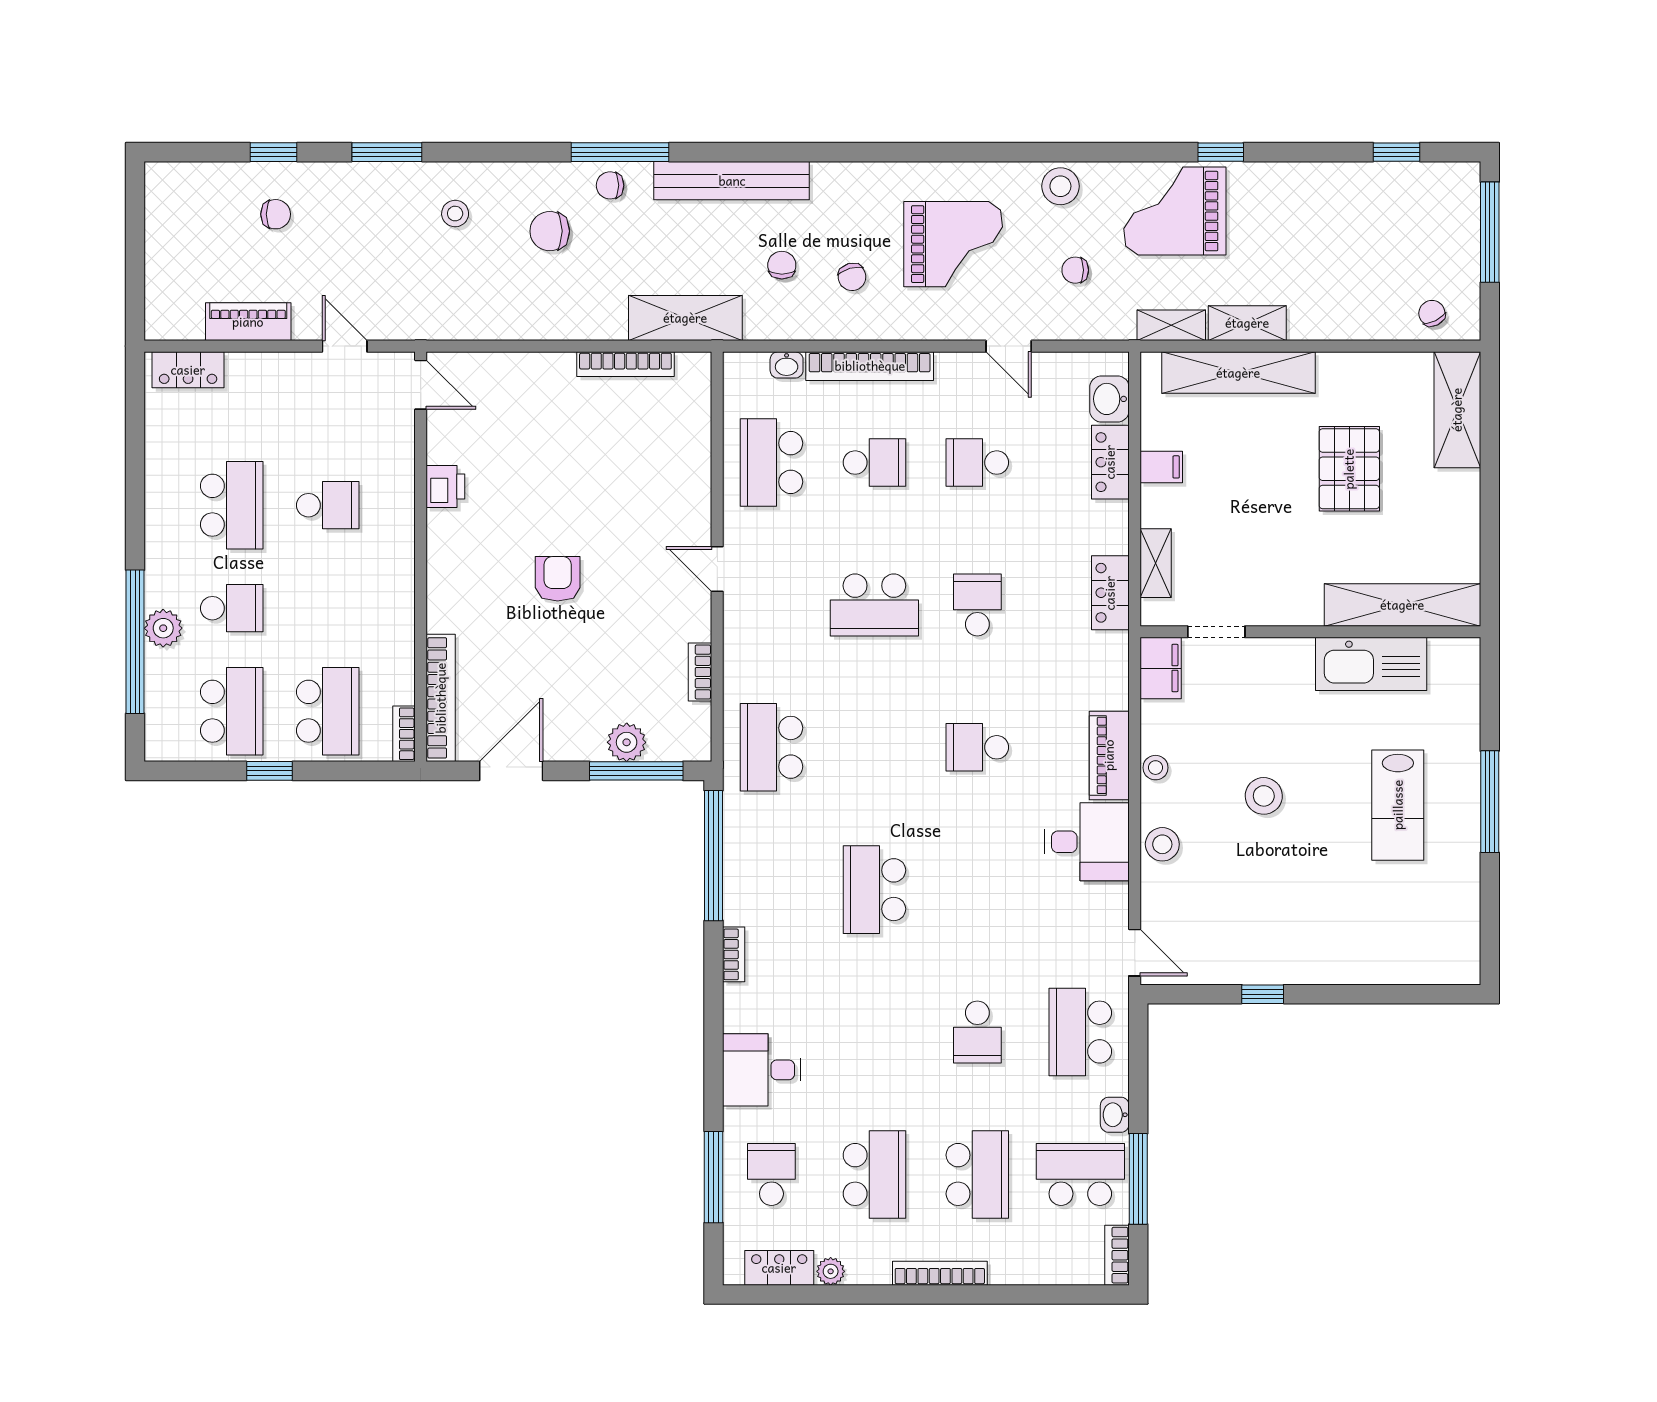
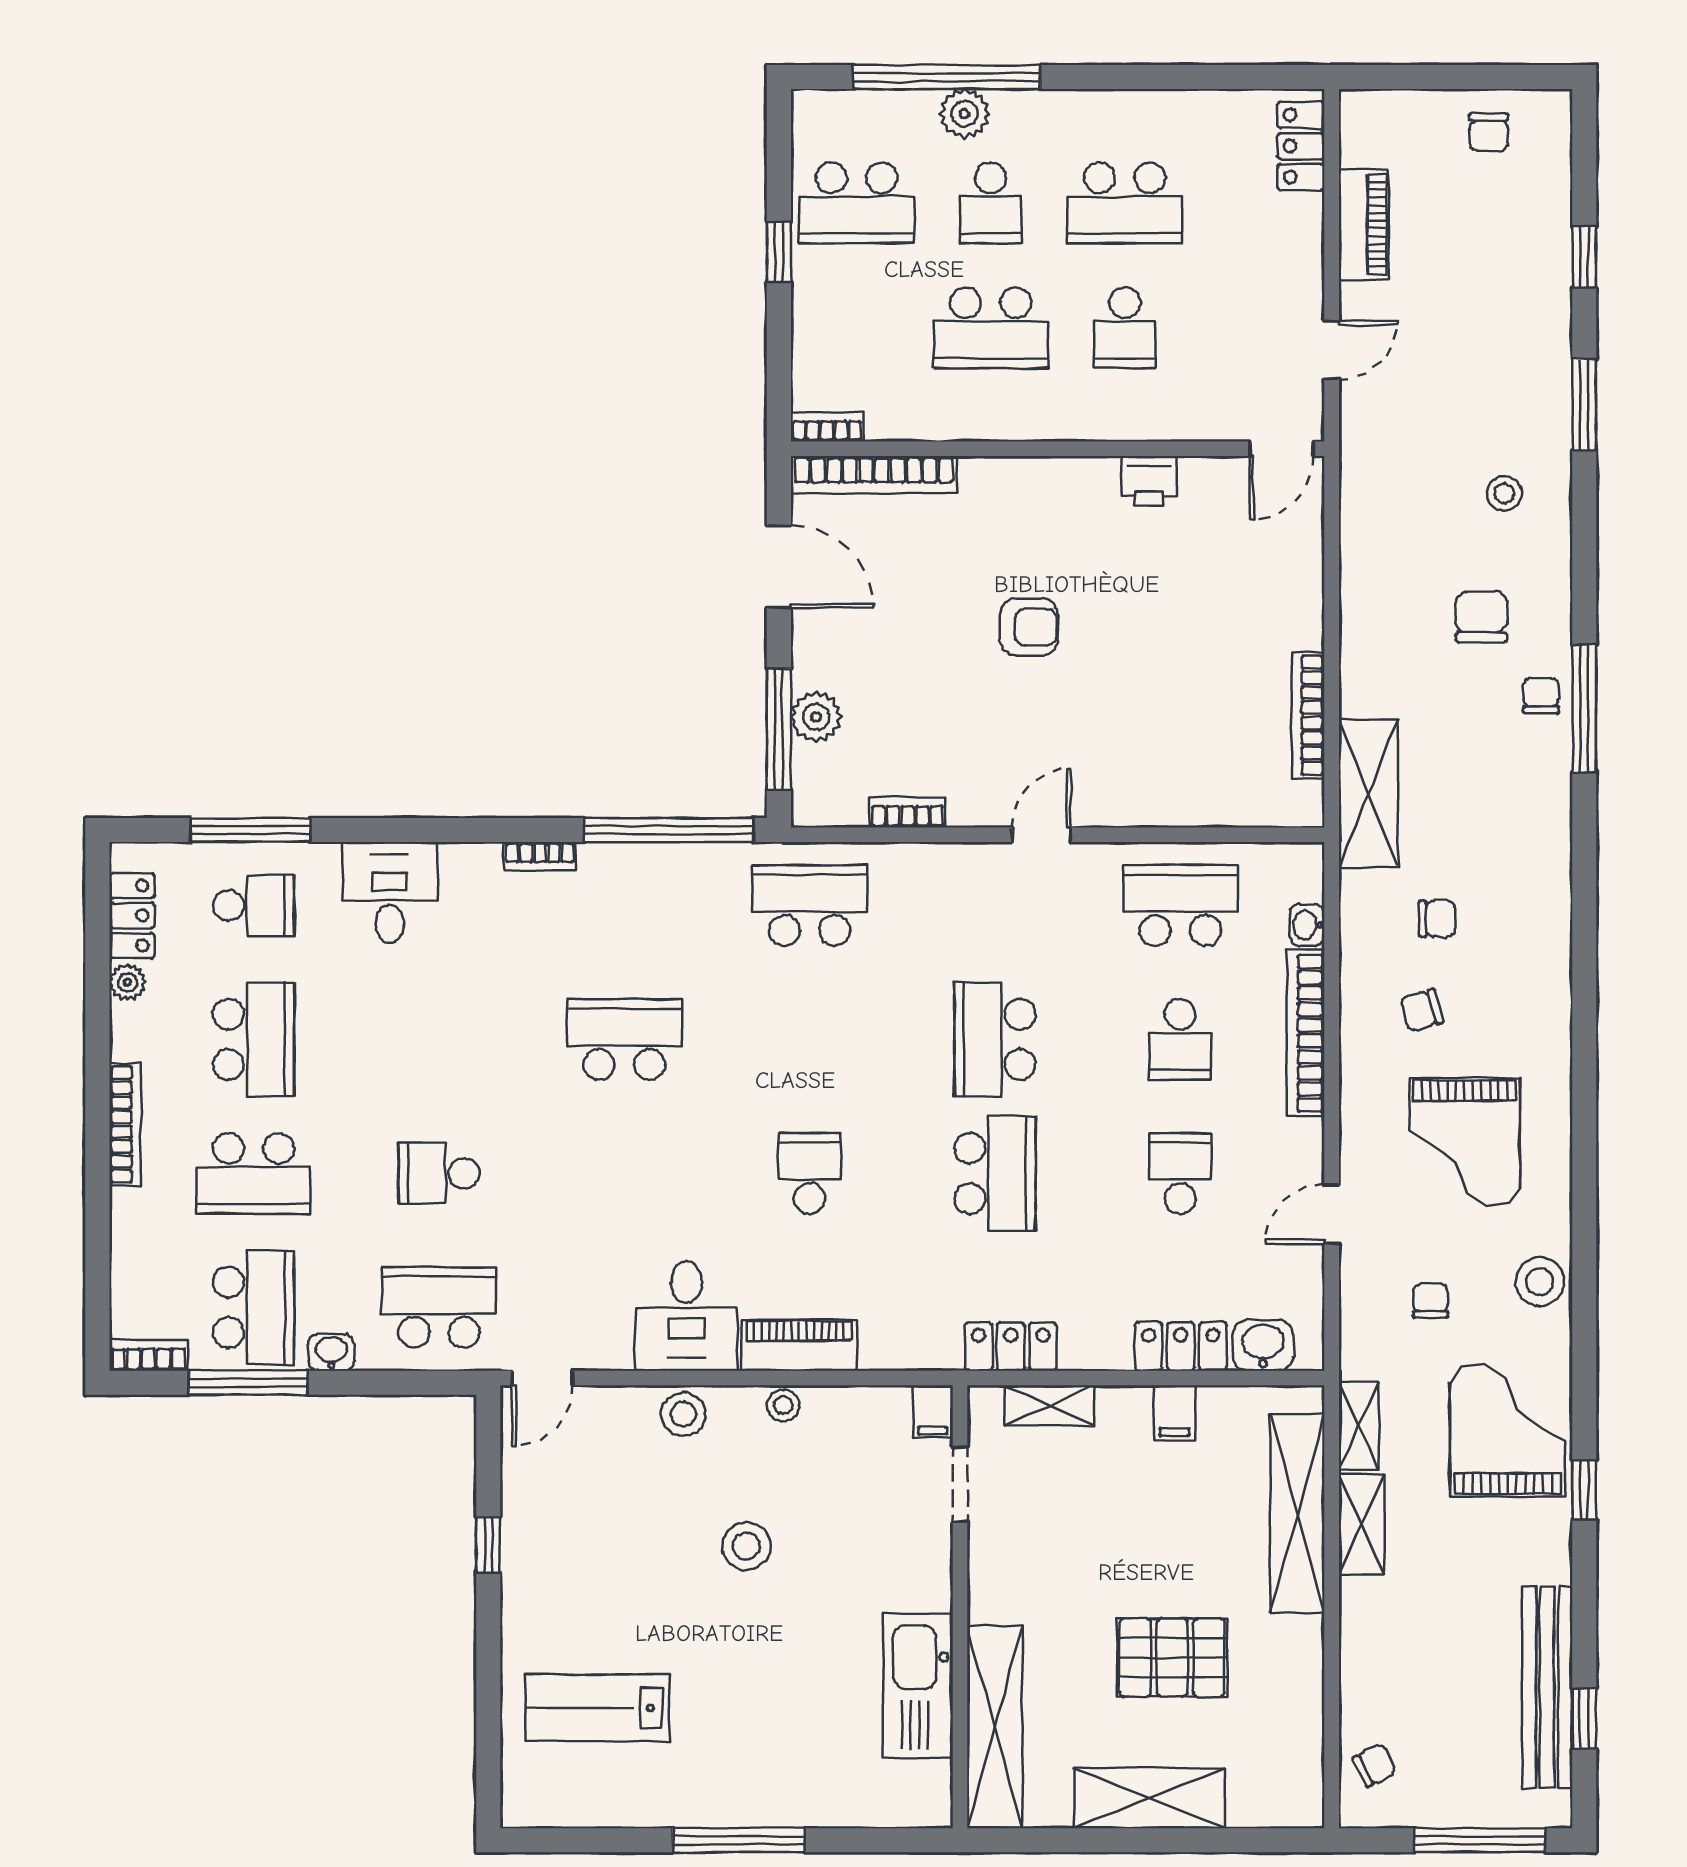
bench: (732, 181) -> (1547, 1687), moved
chair: (276, 214) -> (1489, 132), moved
shelving: (1457, 410) -> (1149, 1798), moved
school desk: (977, 605) -> (995, 1173), width x1.85
filing cabinet: (1161, 668) -> (933, 1412), width x0.50
school desk: (328, 711) -> (991, 328), moved
lab bench: (1398, 805) -> (597, 1708), moved
school desk: (874, 1174) -> (254, 1039), turned -90

